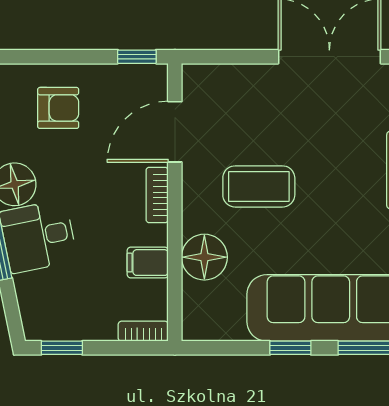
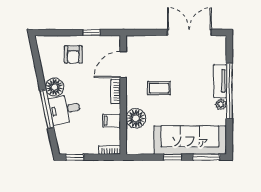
window: (137, 57) -> (92, 33), moved
armchair: (58, 108) -> (73, 54), turned 90
coffee table: (259, 186) -> (159, 88), width x0.73, depth x0.77

